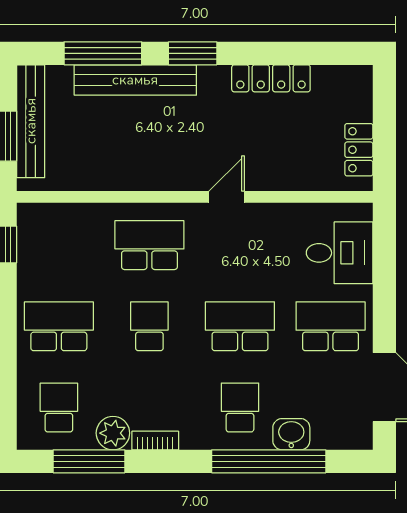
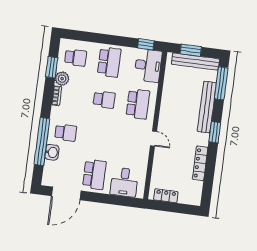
window: (103, 53) -> (221, 83), moved
desk: (55, 233) -> (148, 65), added
school desk: (240, 326) -> (99, 137), removed
window: (89, 461) -> (52, 67), width x0.69

